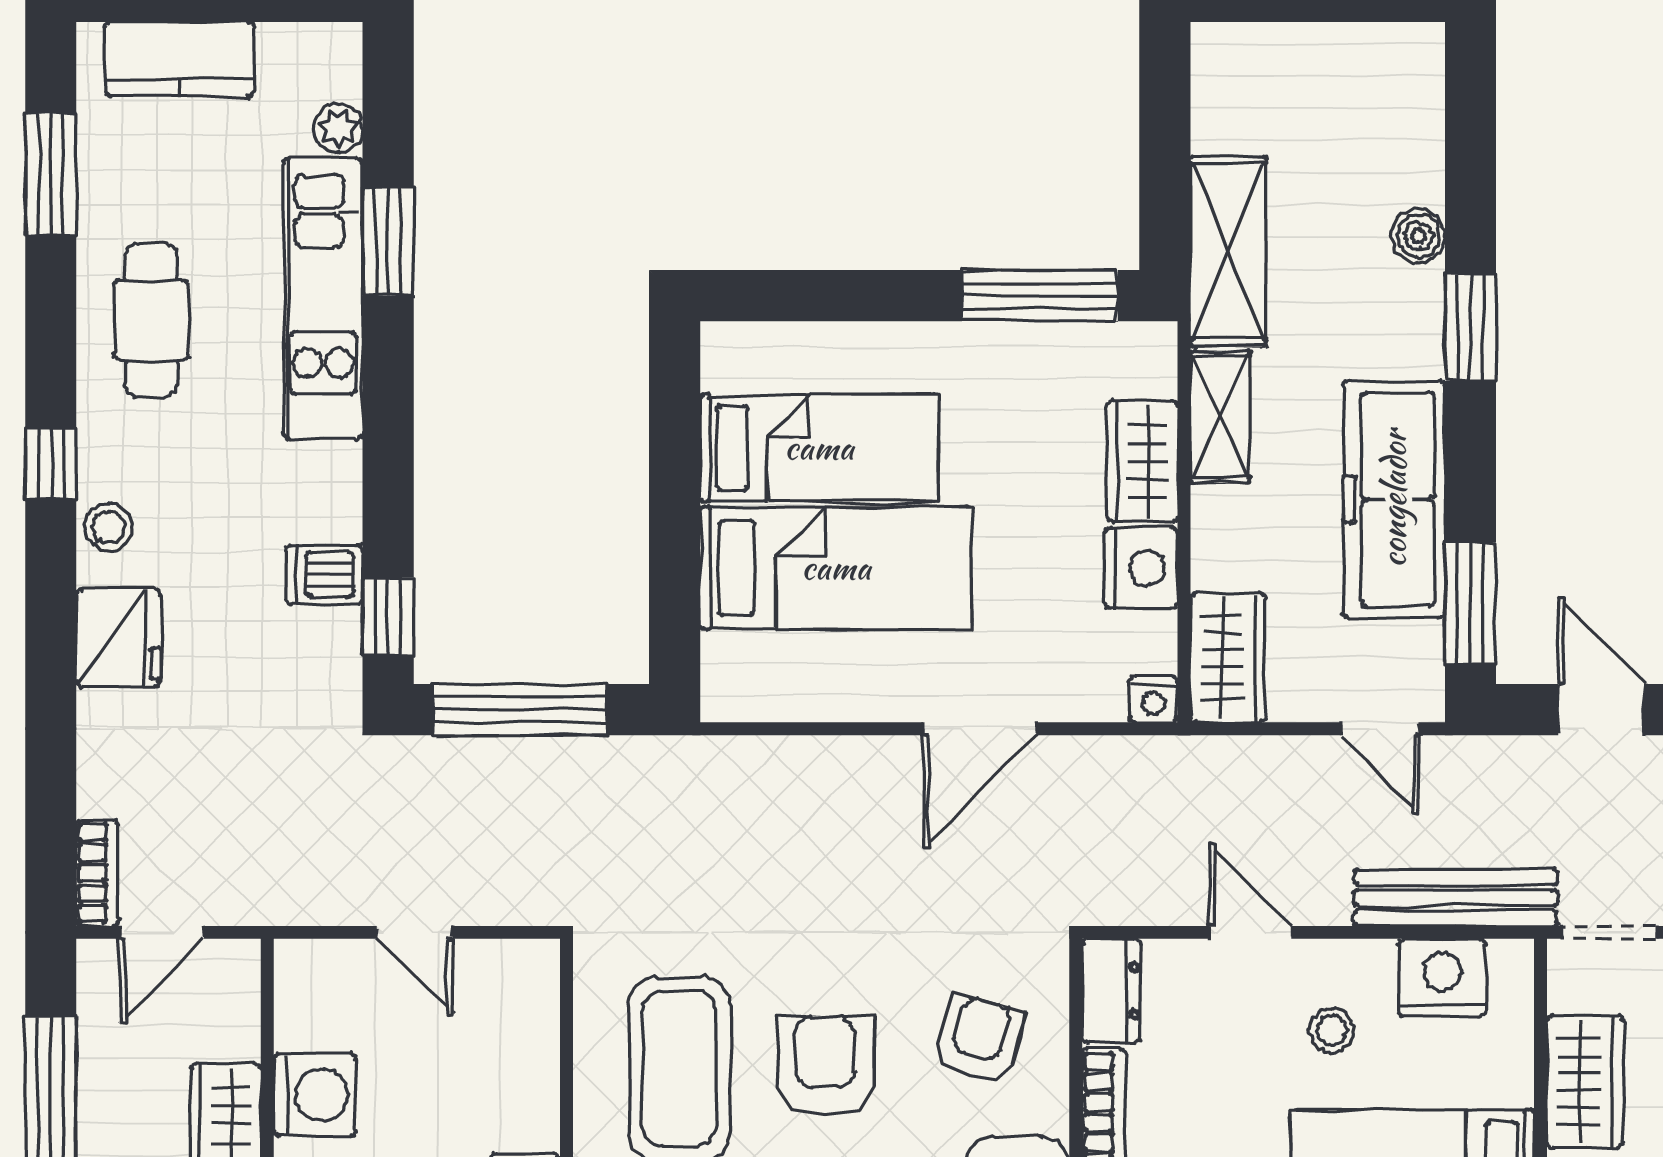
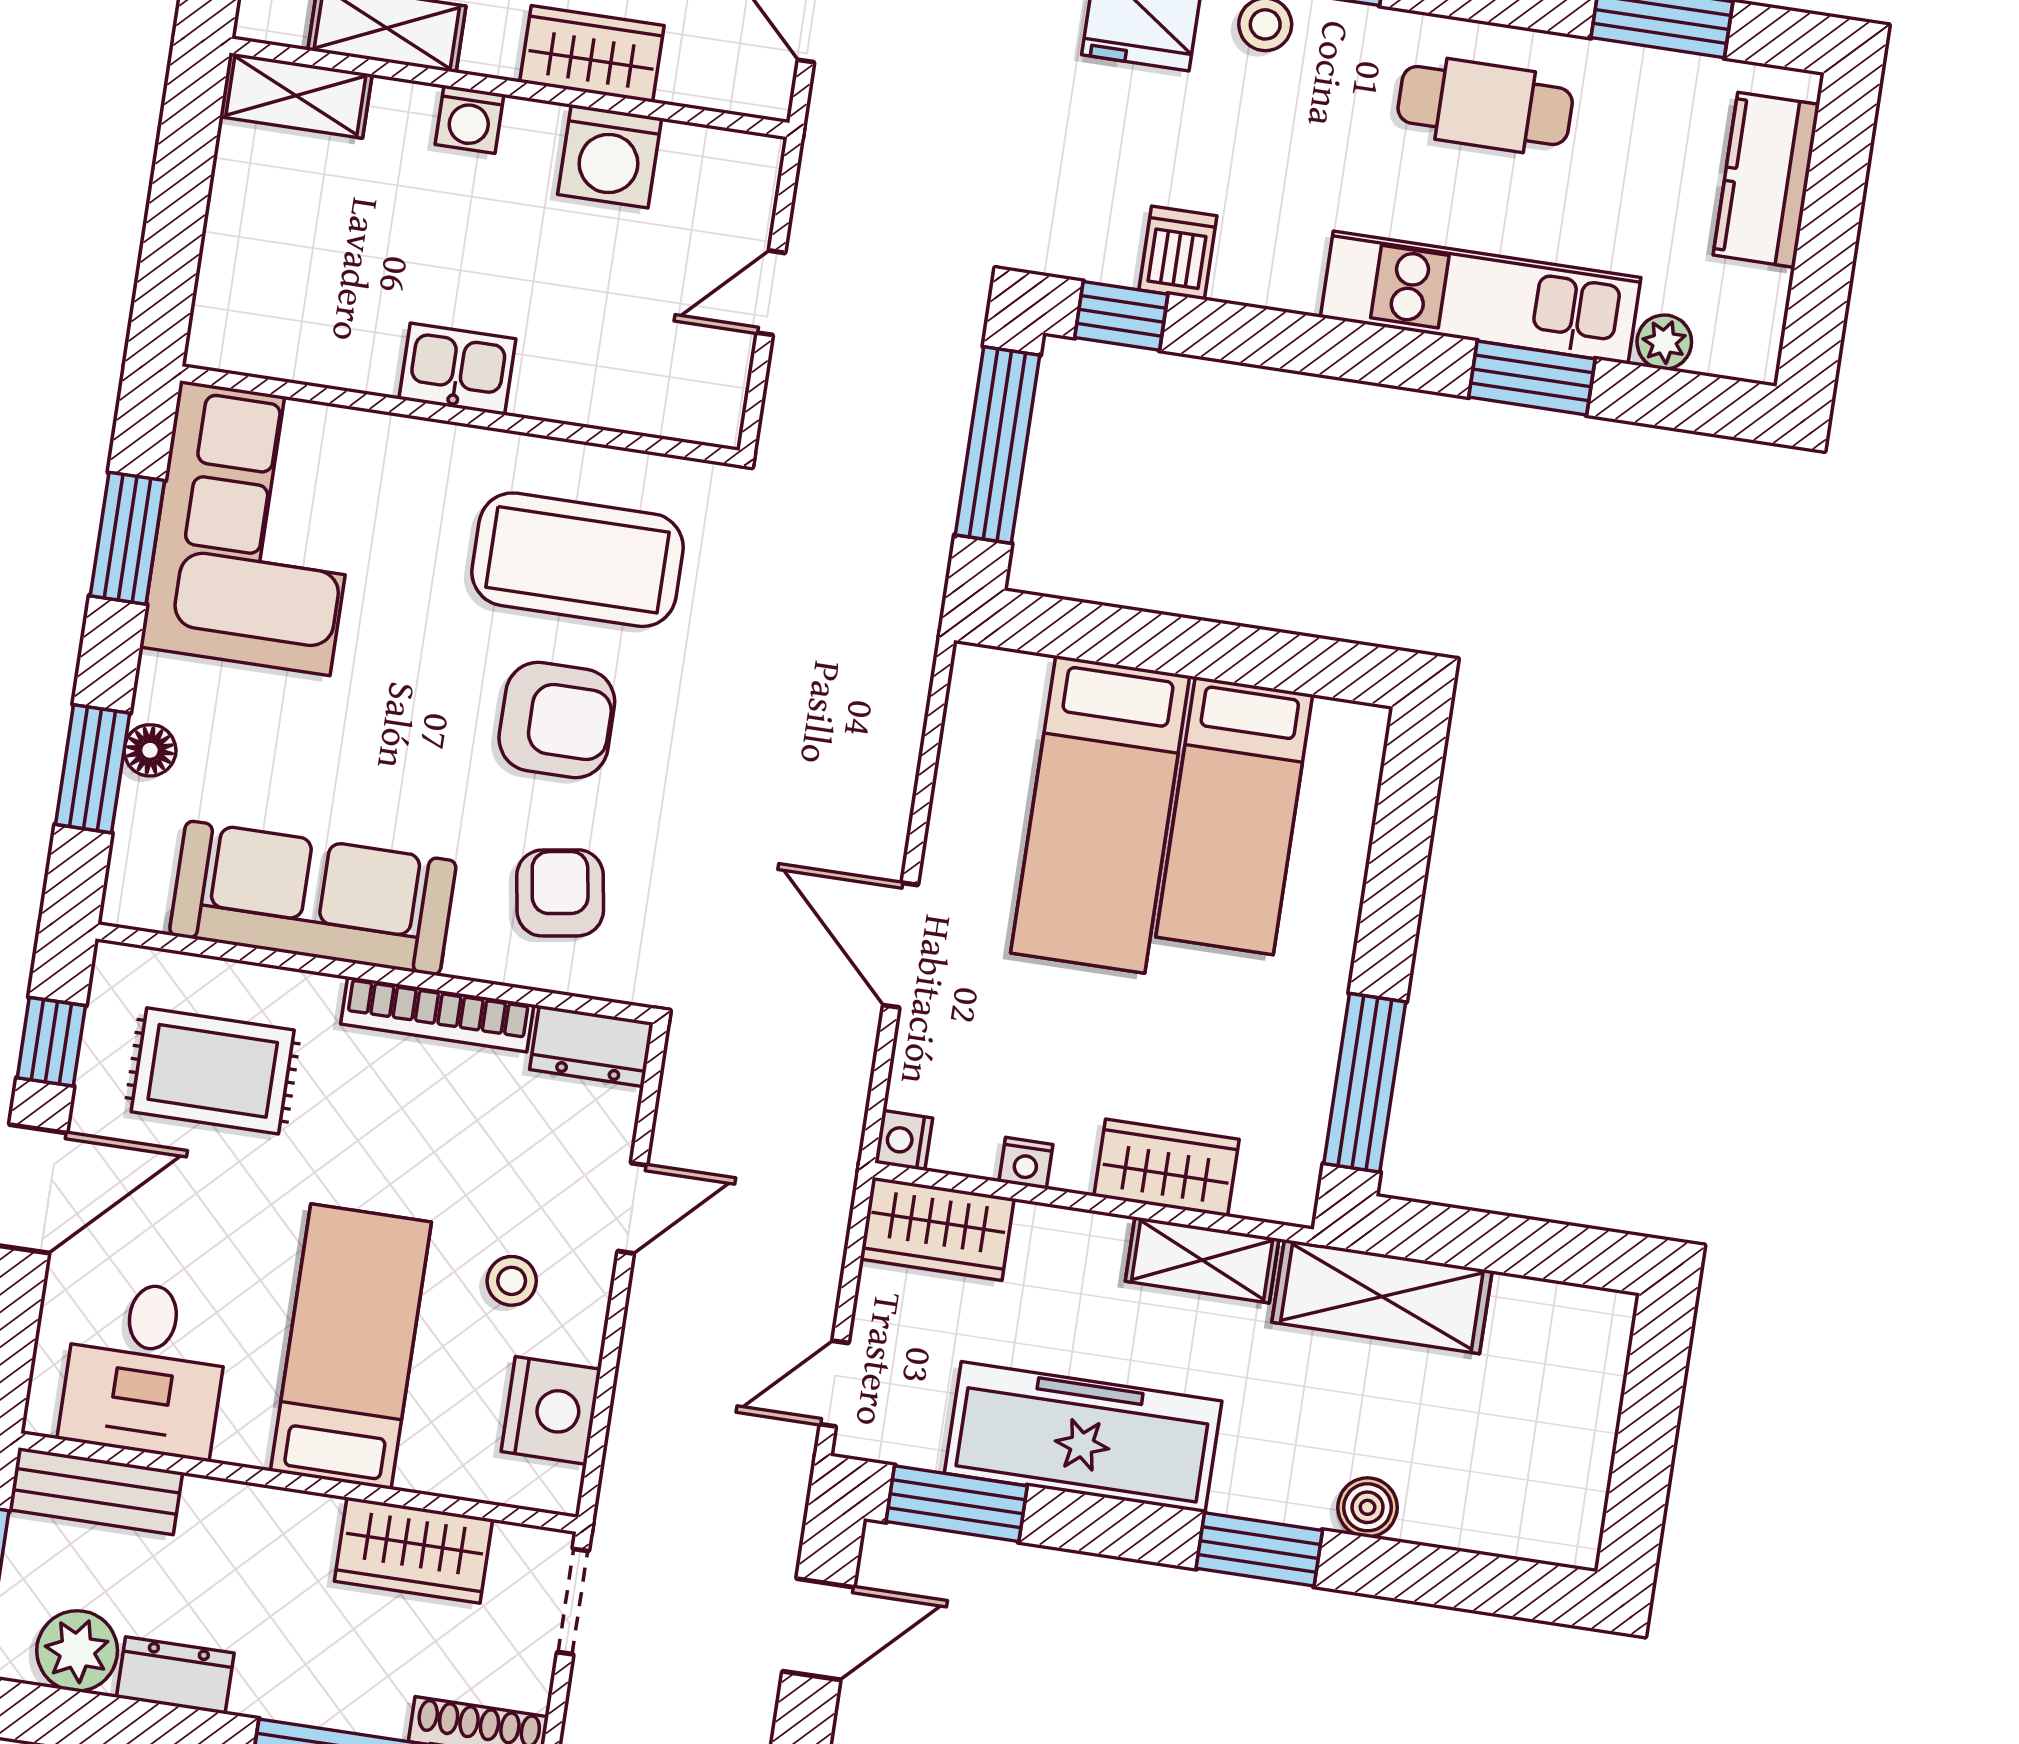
nightstand: (1141, 568) -> (1026, 1163), width x0.53, depth x0.56
bench: (1456, 897) -> (637, 1439), removed
armchair: (979, 1039) -> (560, 893), turned -115

